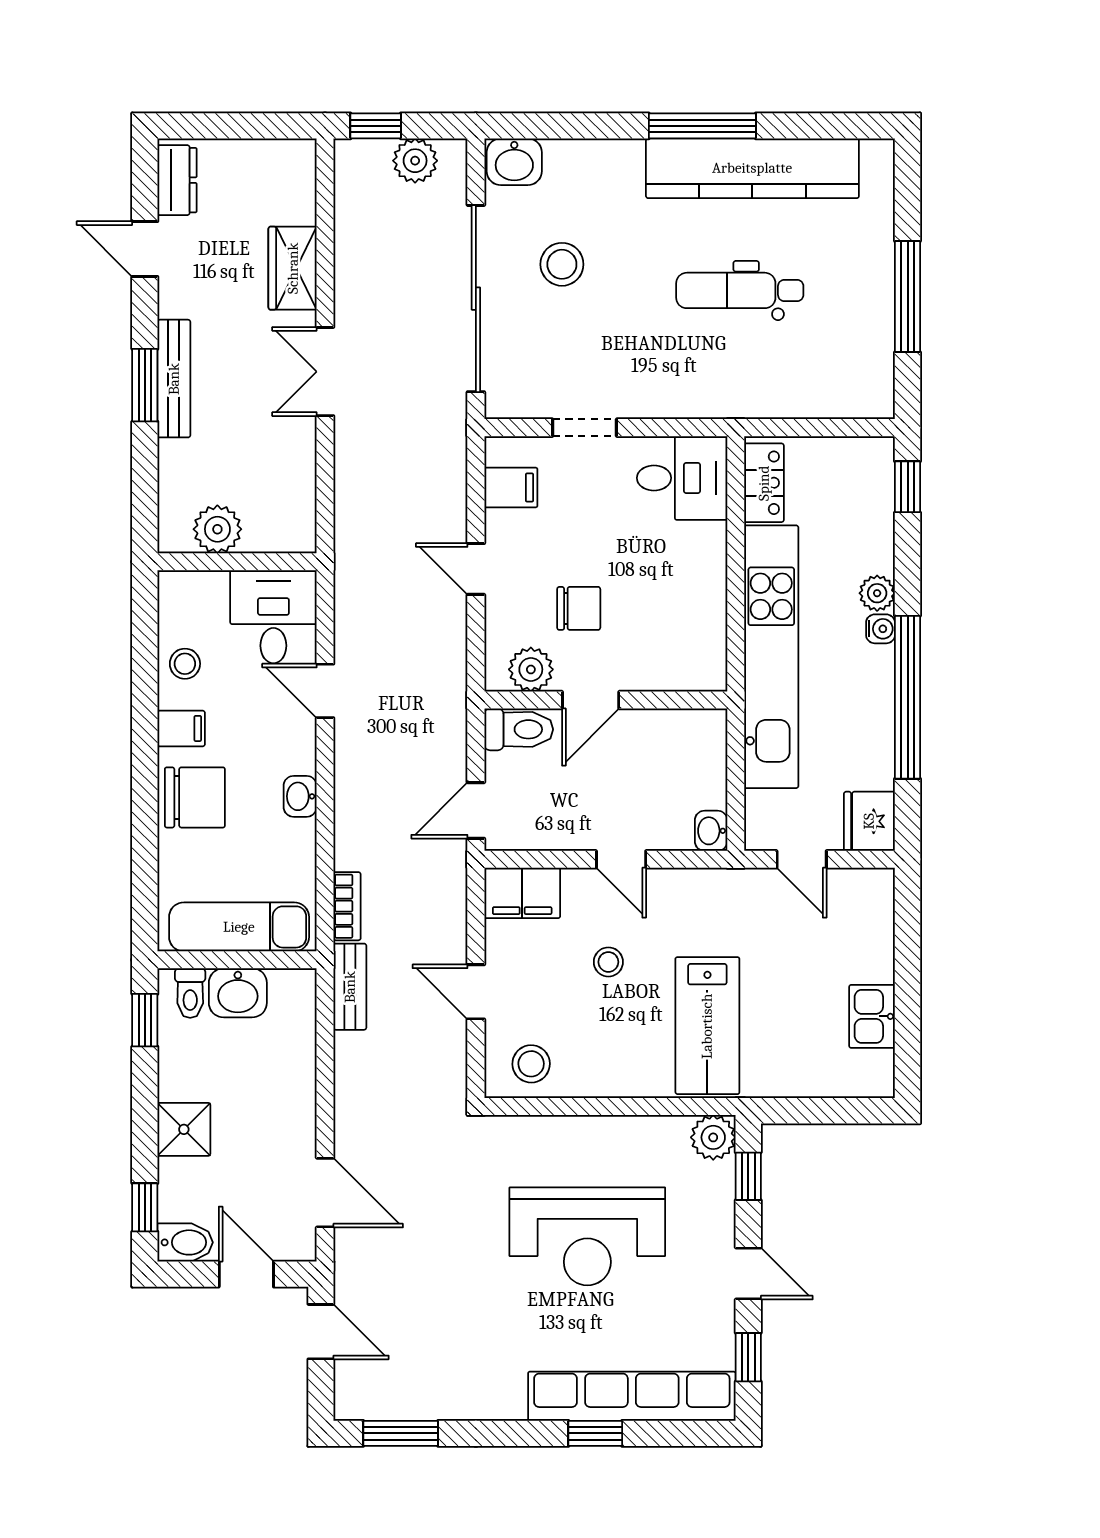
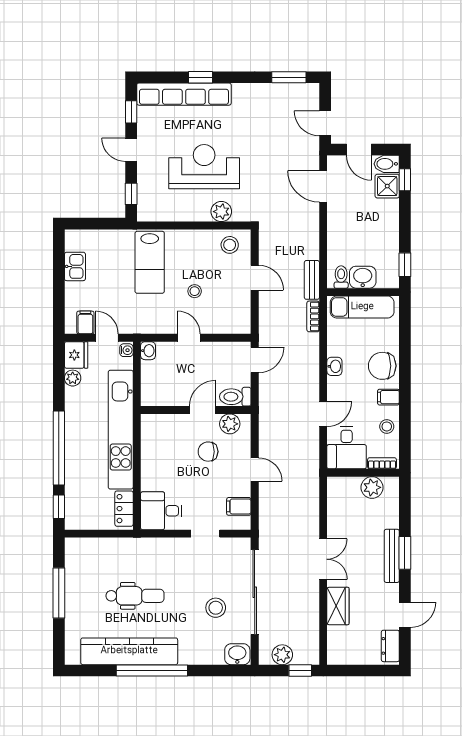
window: (702, 126) -> (152, 671), width x1.46
door: (145, 249) -> (405, 615), hinge flipped
bookcase: (195, 583) -> (382, 463), added
plant: (877, 593) -> (73, 378), moved
water cooler: (880, 629) -> (126, 350), moved, turned 180
door: (325, 691) -> (323, 414), hinge flipped
window: (908, 697) -> (59, 448), moved
filing cabinet: (522, 893) -> (85, 322), moved, width x0.50
toilet: (190, 993) -> (341, 277), moved
lab bench: (707, 1026) -> (150, 262), turned 180
shower: (184, 1129) -> (387, 186), moved
plant: (713, 1137) -> (221, 212), moved

